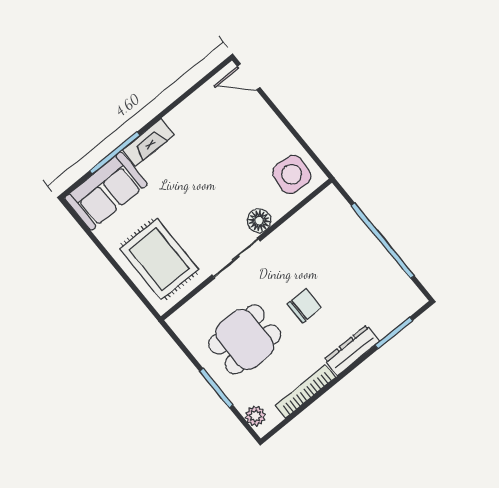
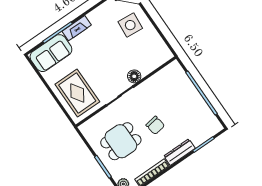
side table: (292, 174) -> (130, 25), moved
chair: (304, 306) -> (155, 125), turned 81

